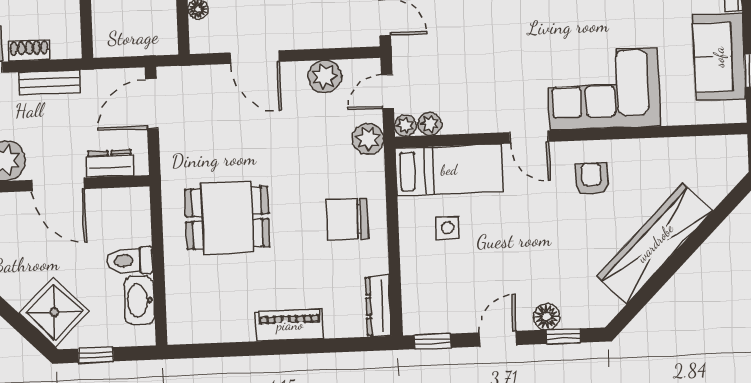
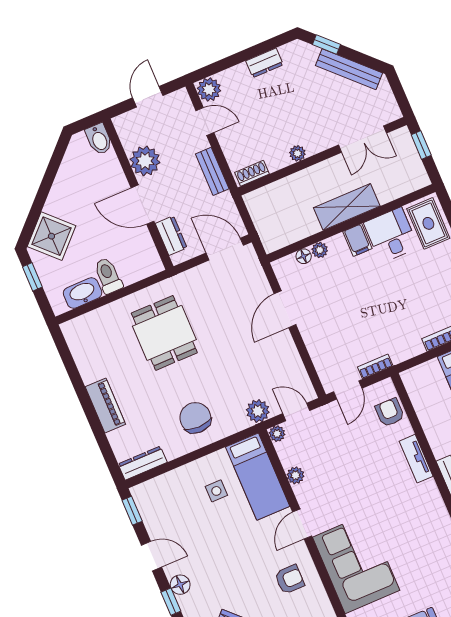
shoe rack: (29, 50) -> (252, 173), moved, turned -90
plant: (325, 77) -> (290, 364), removed
plant: (430, 124) -> (295, 475), moved
door: (58, 184) -> (143, 205), hinge flipped

